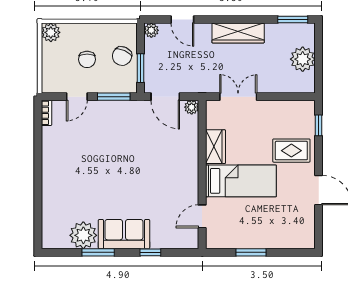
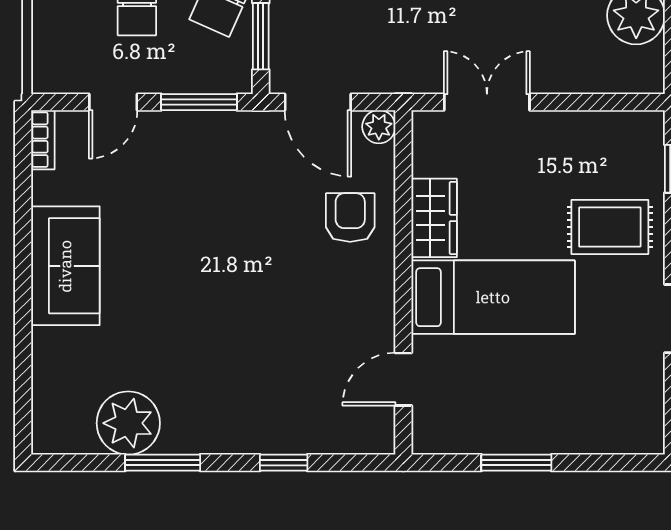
armchair: (179, 146) -> (350, 217), added
sofa: (124, 234) -> (65, 266), moved, turned 90

